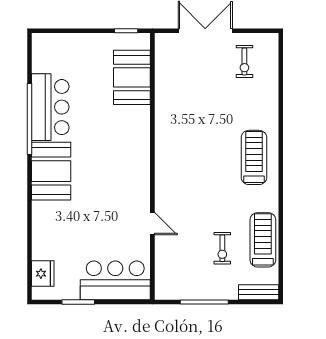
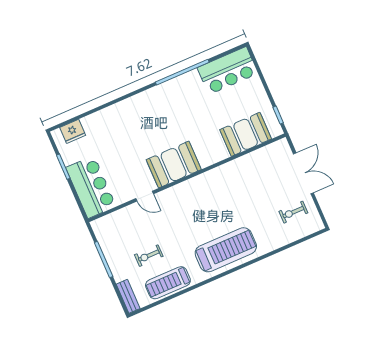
bar counter: (50, 107) -> (228, 71), moved
treadmill: (254, 157) -> (226, 250), width x1.37, depth x1.38
booth: (51, 171) -> (174, 165), moved
door: (152, 224) -> (145, 196), hinge flipped
treadmill: (263, 240) -> (168, 283), turned 180

